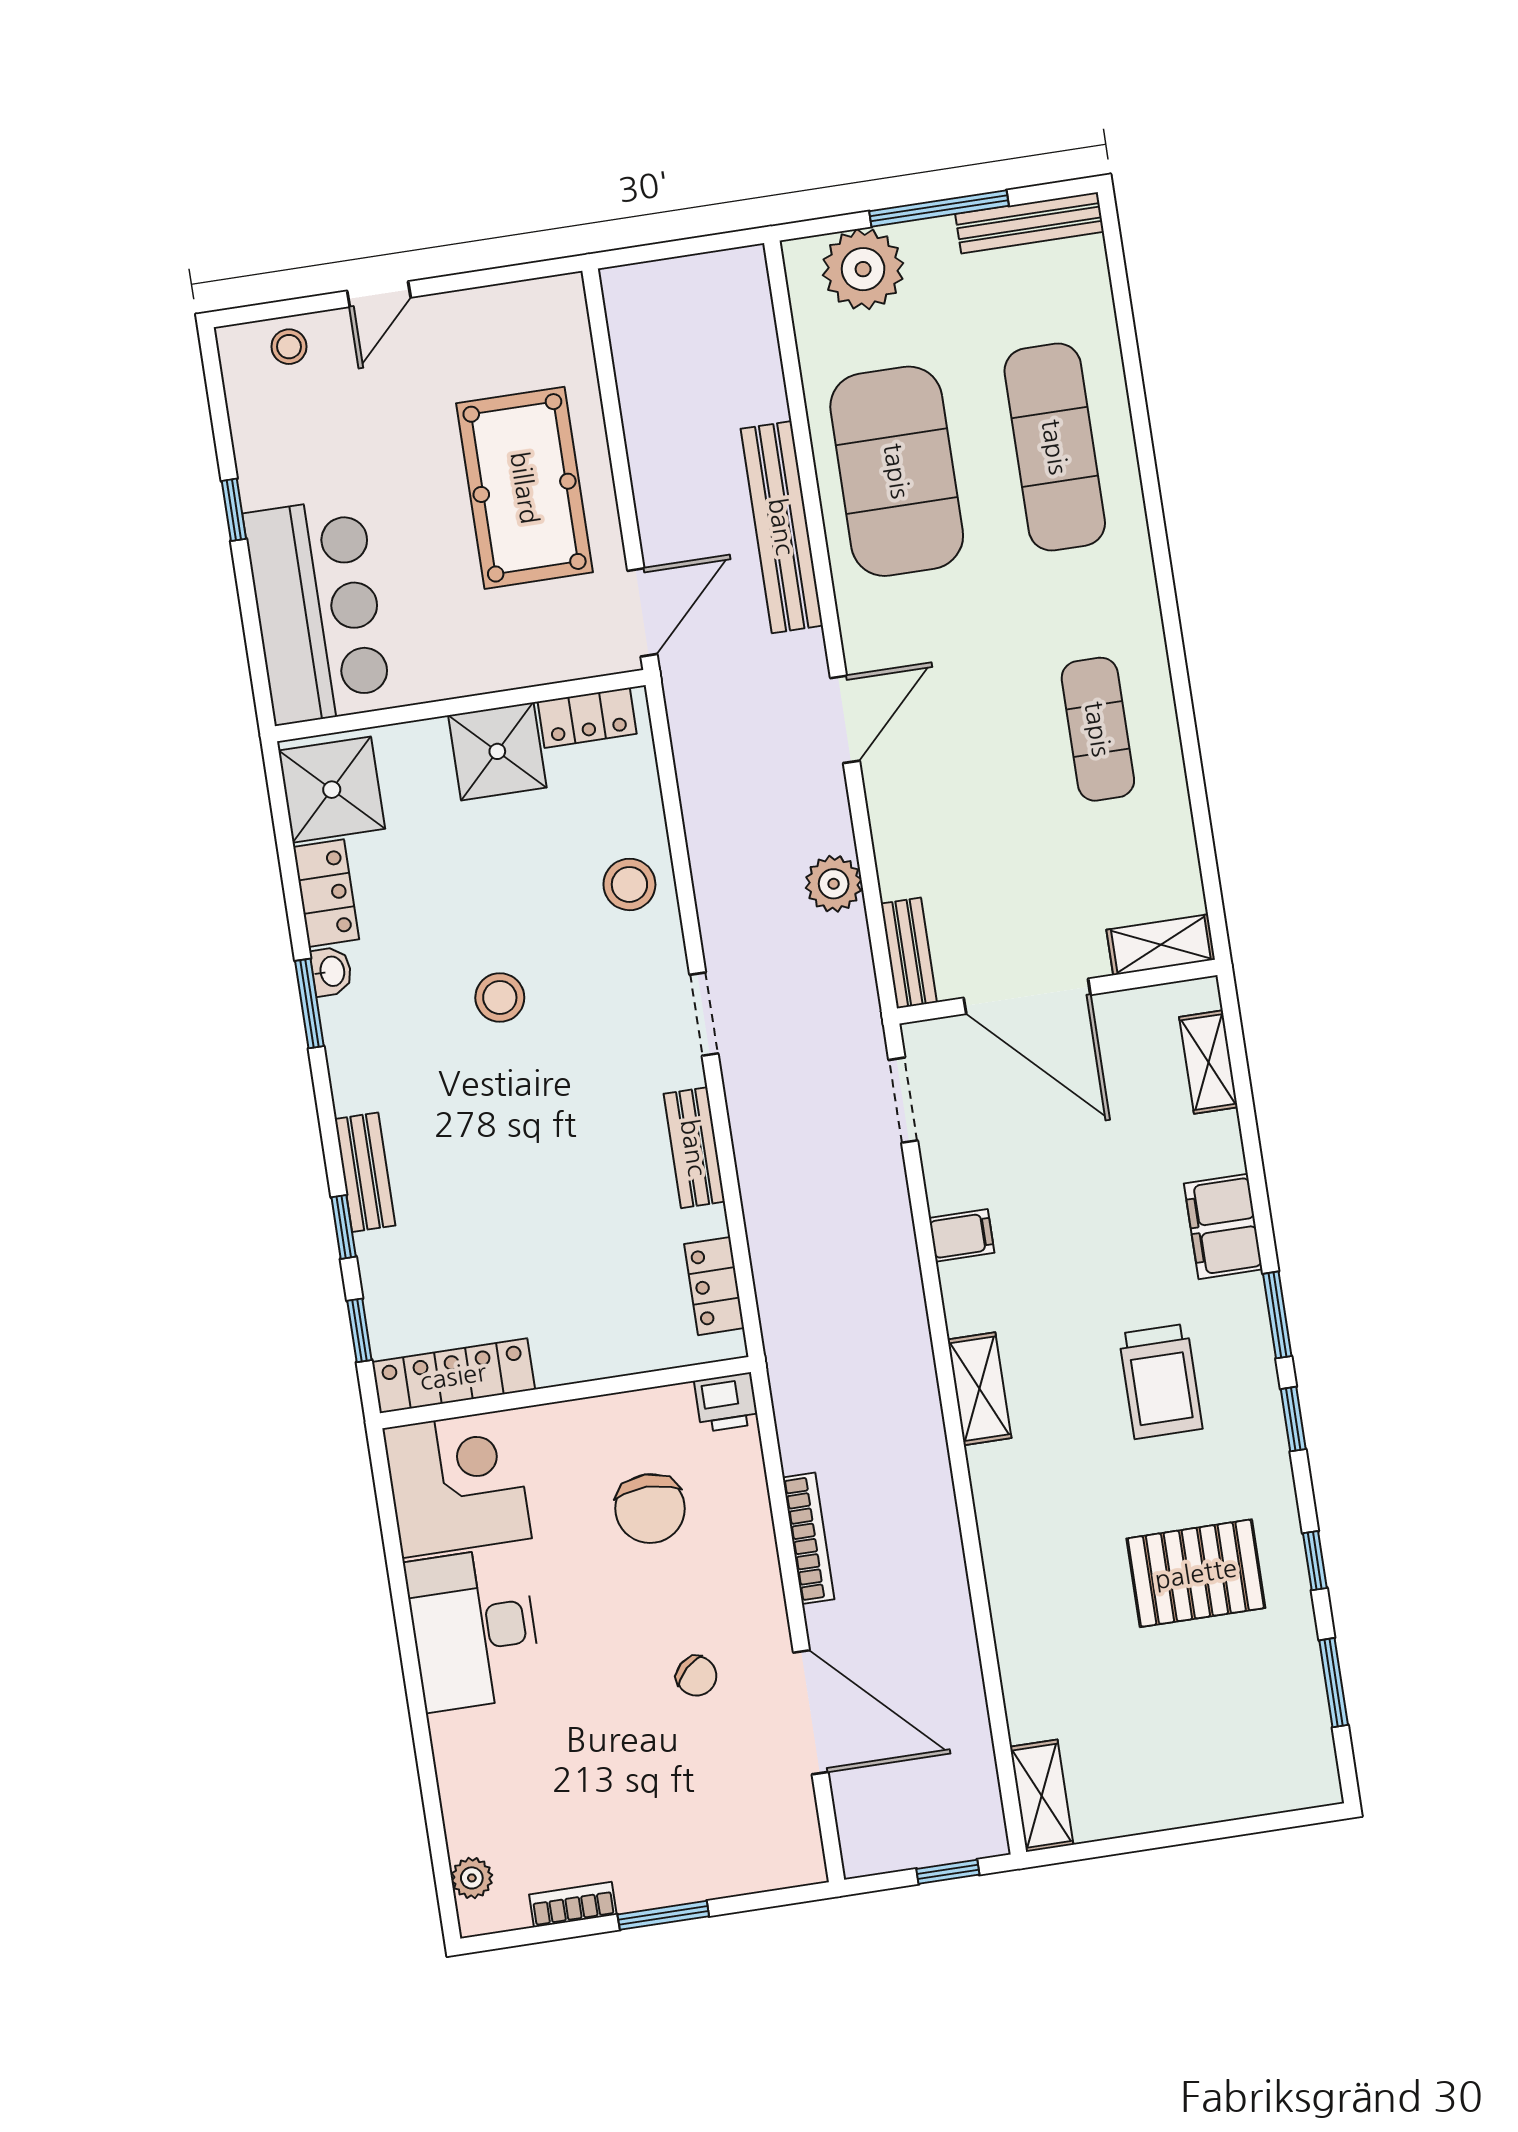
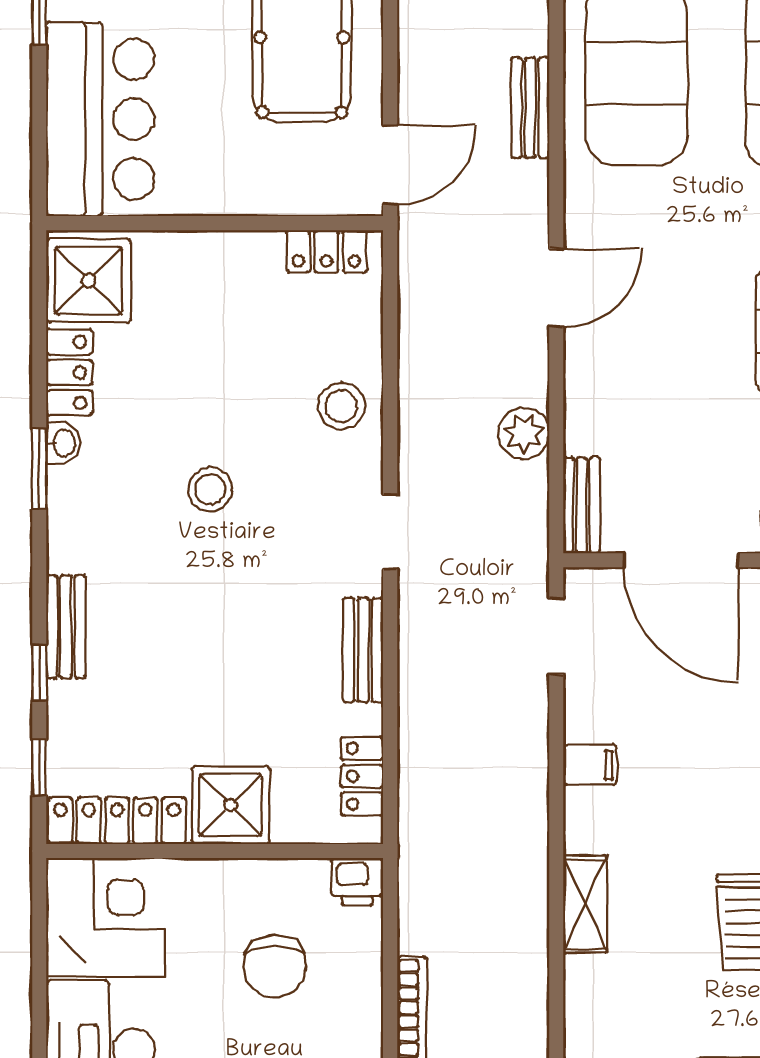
bench: (782, 527) -> (530, 108), width x0.54, depth x0.82
shower: (497, 751) -> (231, 805), moved

